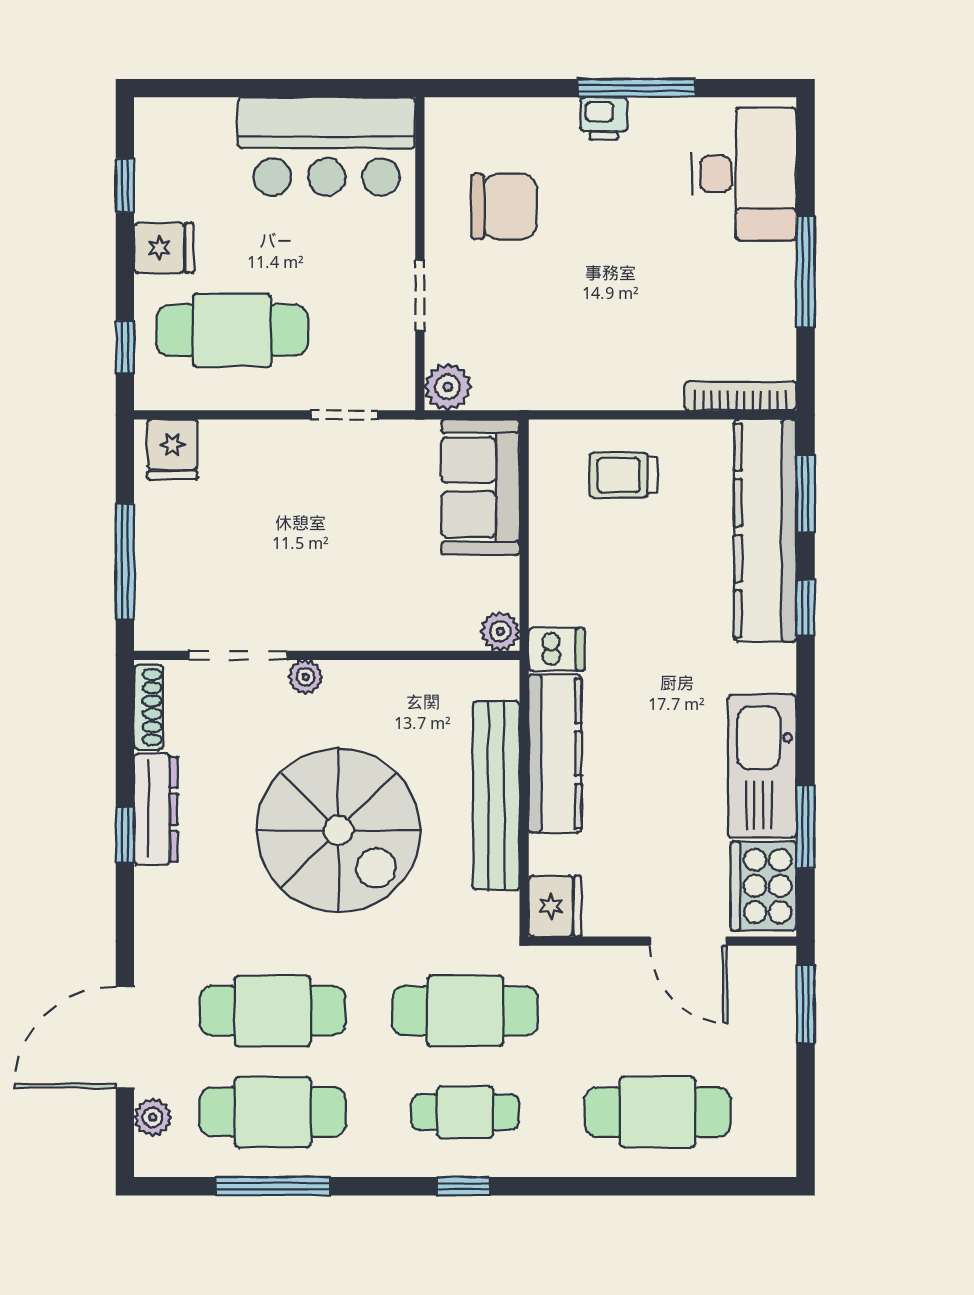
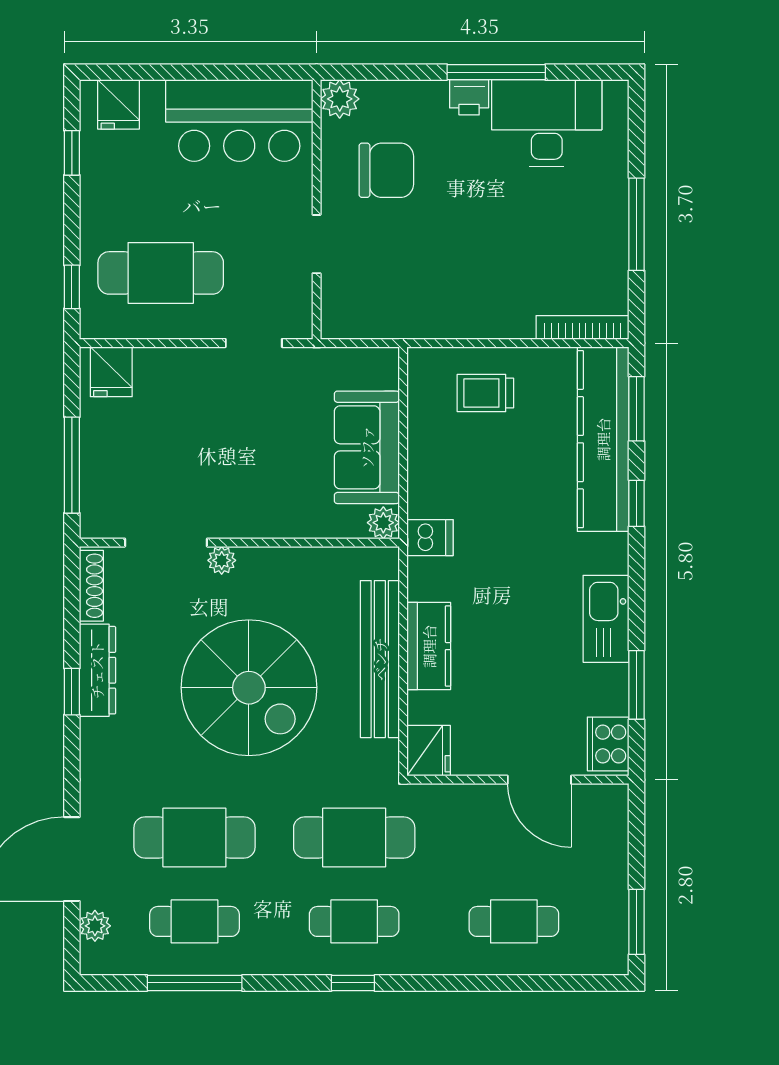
desk: (744, 174) -> (547, 123), moved, turned -90
fridge: (164, 248) -> (119, 104), moved, turned 90
plant: (448, 387) -> (340, 99), moved
sofa: (480, 487) -> (367, 447), moved
kitchen counter: (555, 754) -> (429, 646), width x0.67
kitchen sink: (762, 766) -> (606, 619), width x0.73, depth x0.81
cooker: (764, 886) -> (608, 744), width x0.73, depth x0.76
window: (806, 1004) -> (636, 922), moved
cafe table: (273, 1112) -> (194, 921), width x0.73, depth x0.74
cafe table: (658, 1112) -> (514, 921), width x0.73, depth x0.74

